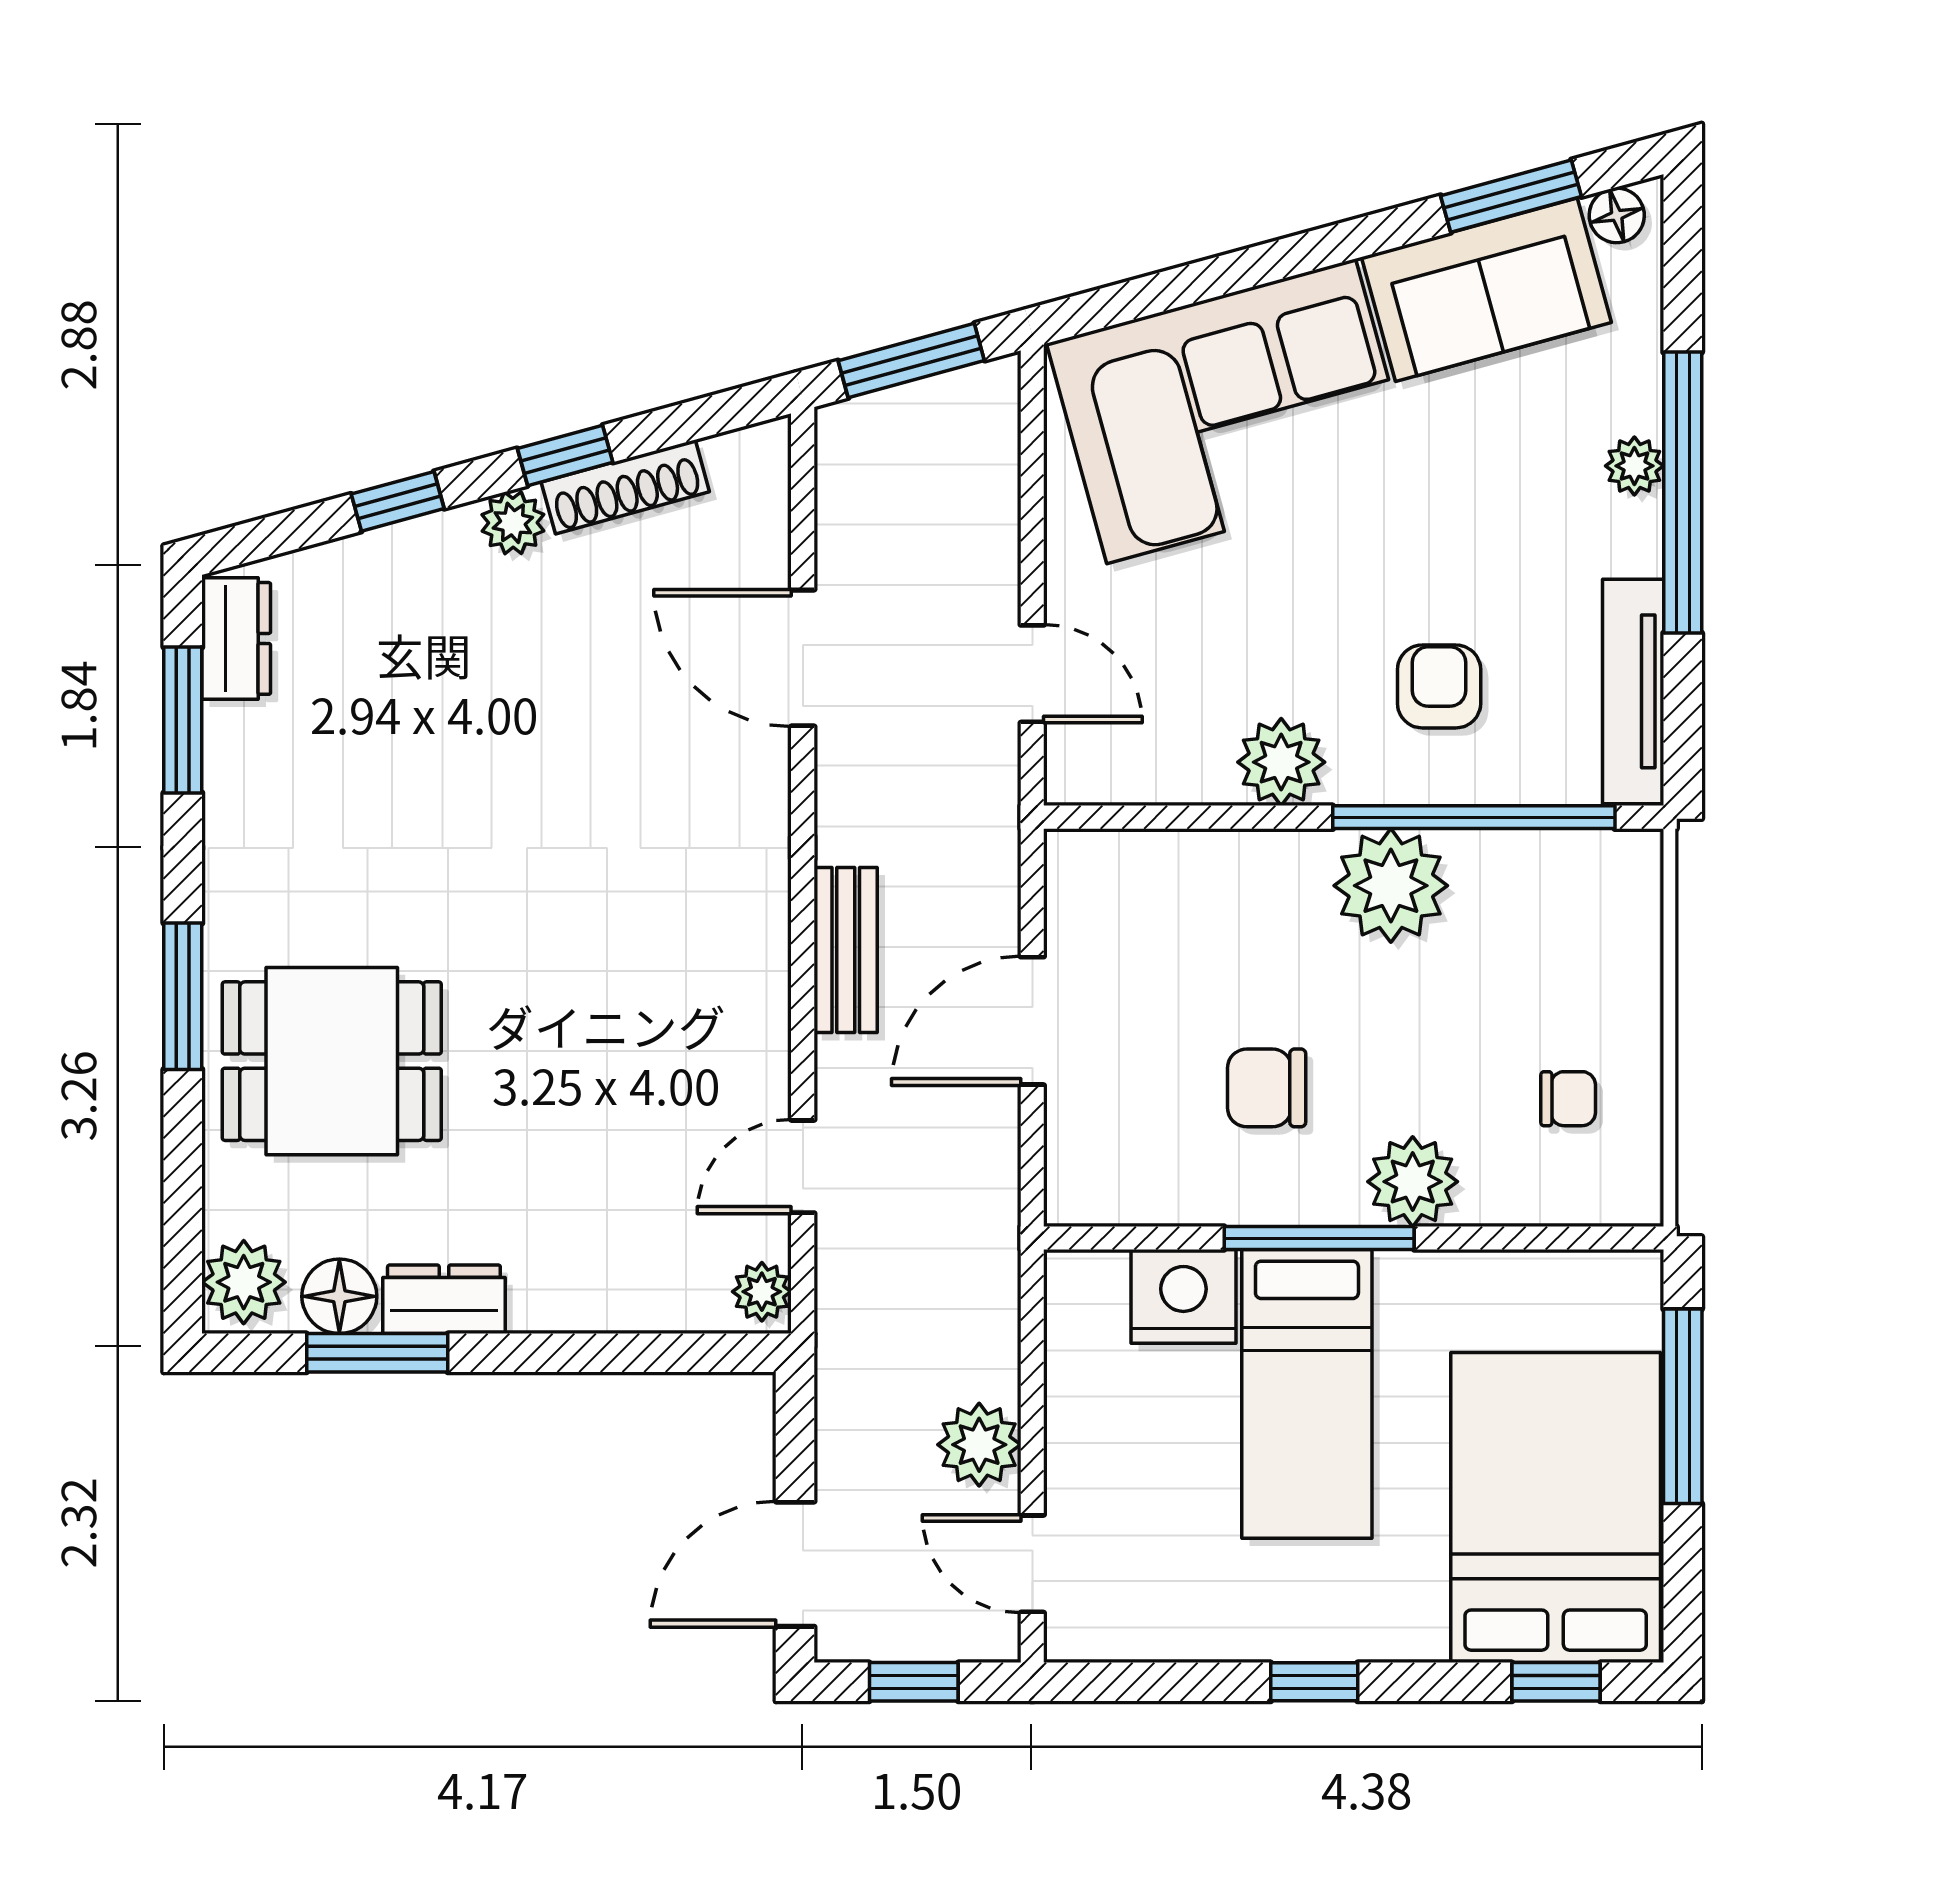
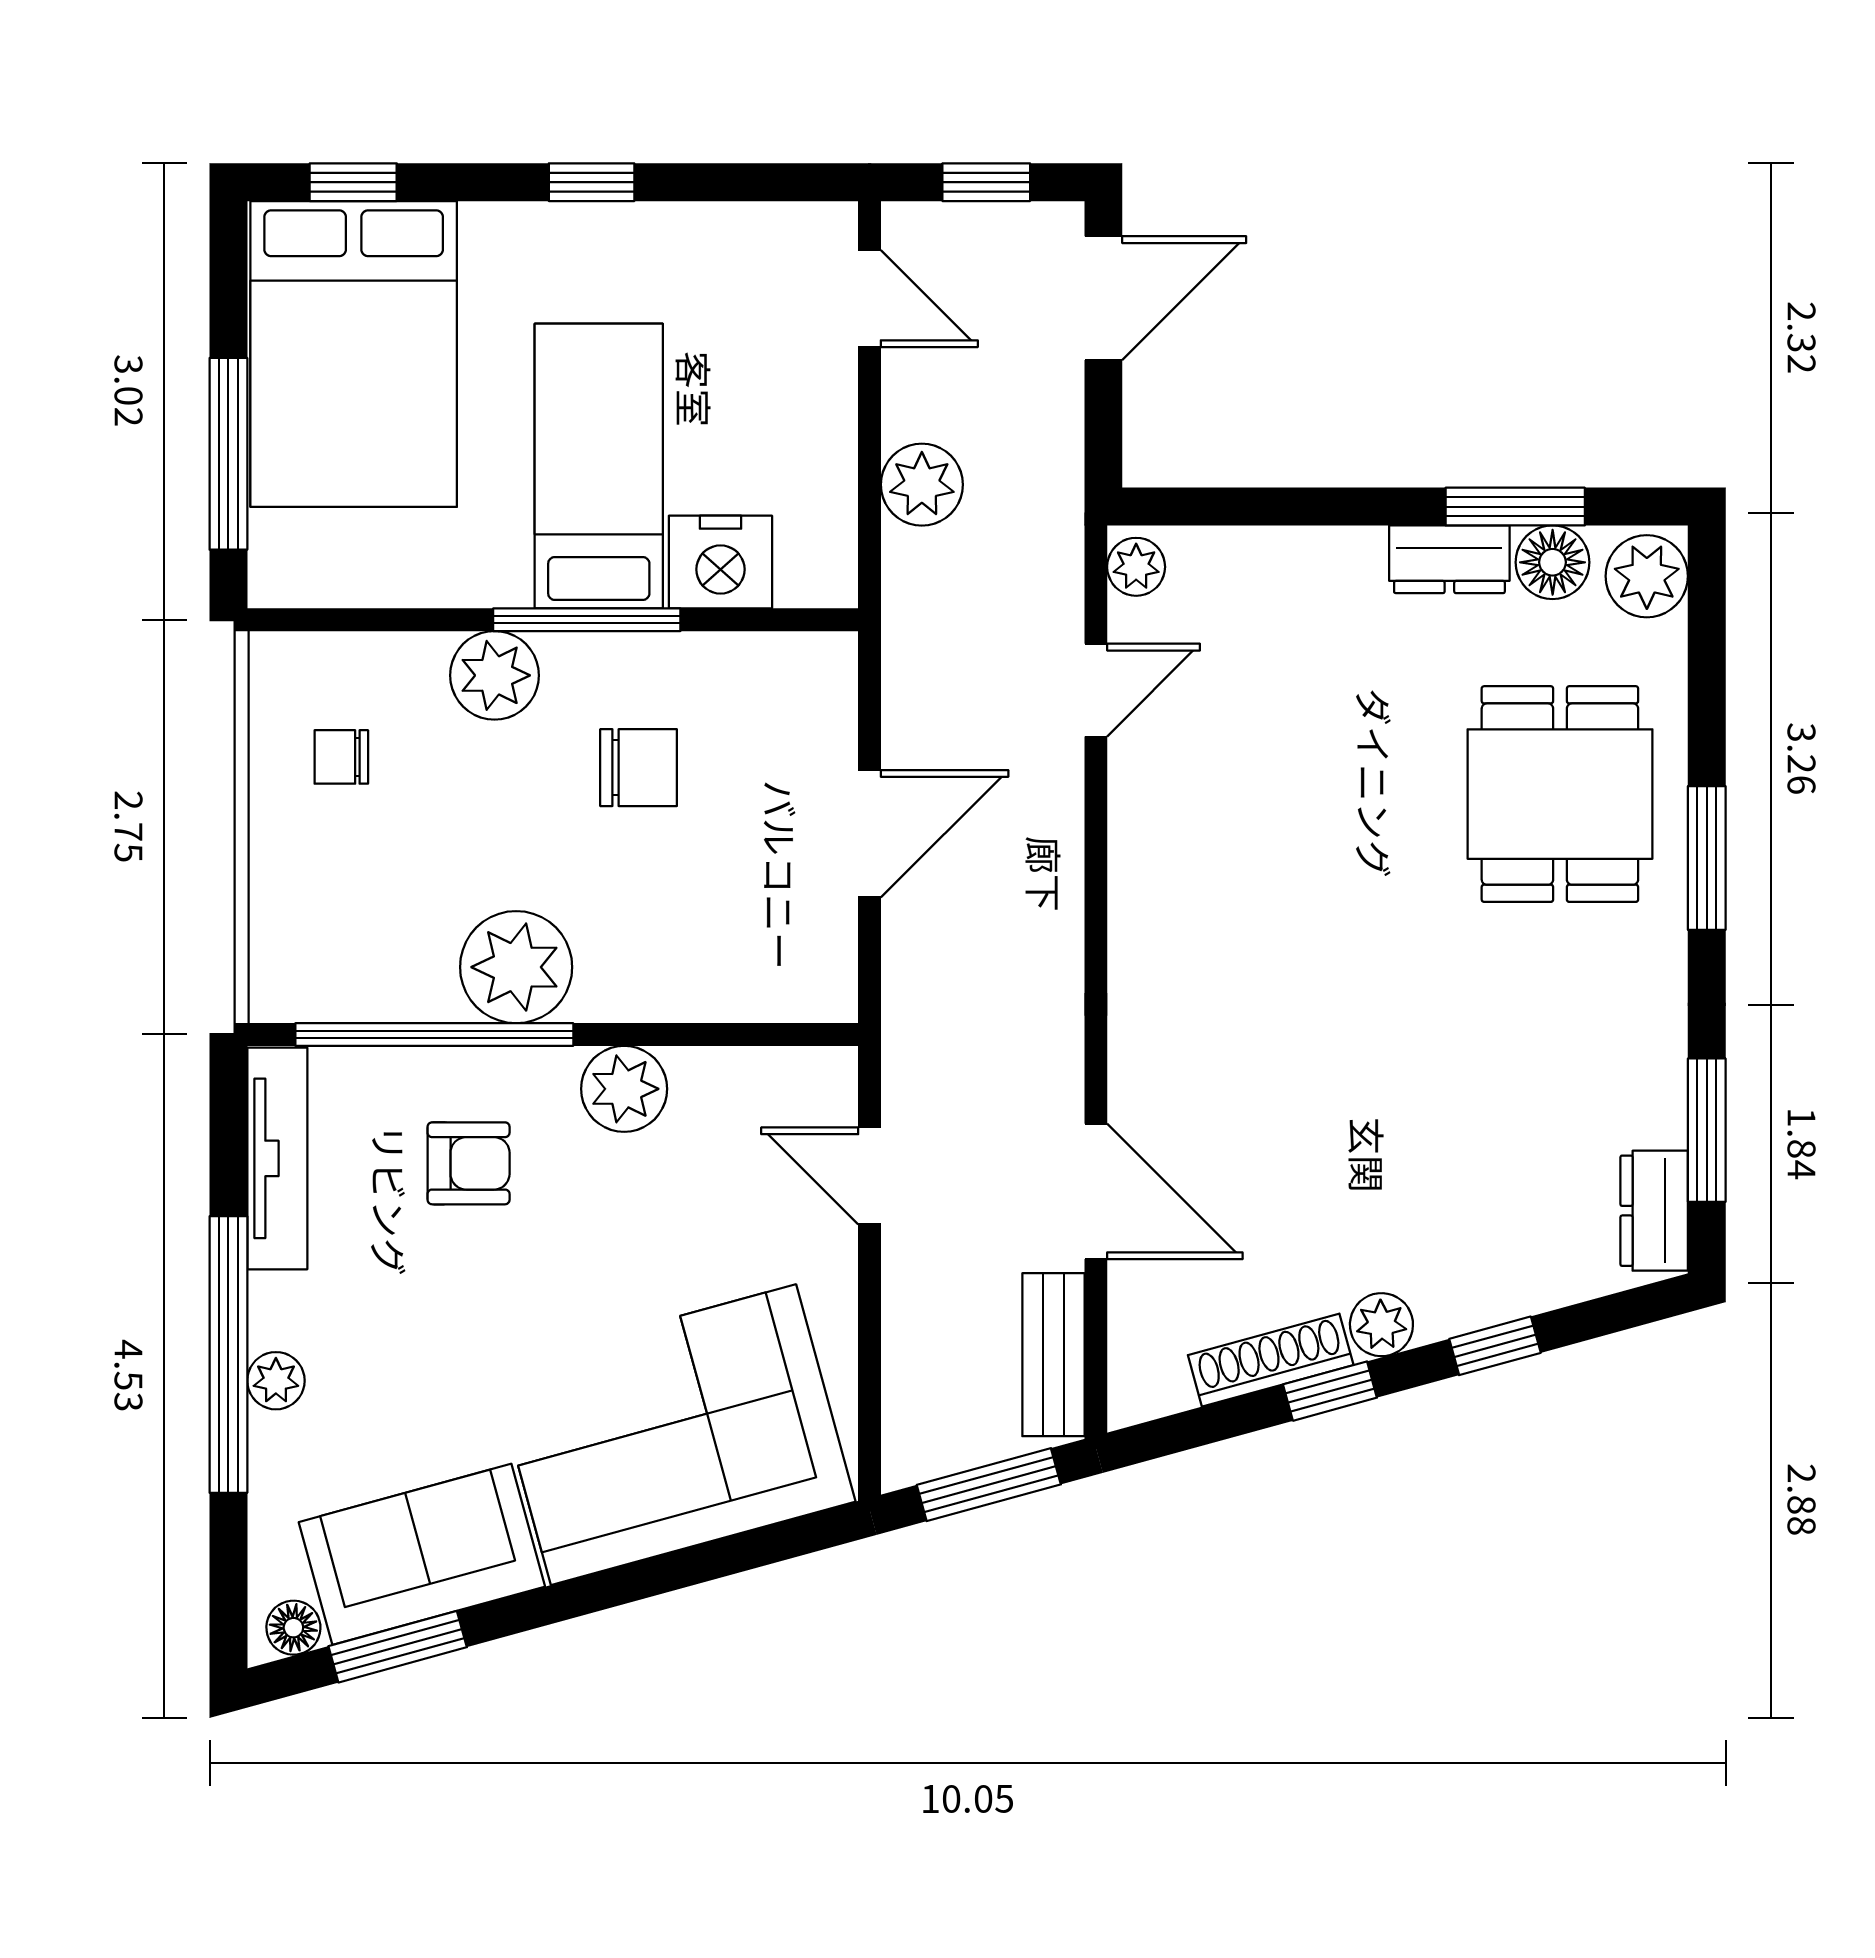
armchair: (1439, 686) -> (469, 1163), turned -90
bench: (846, 950) -> (1053, 1355), moved
dining table: (332, 1061) -> (1560, 794), turned 90
plant: (979, 1445) -> (922, 485), moved

